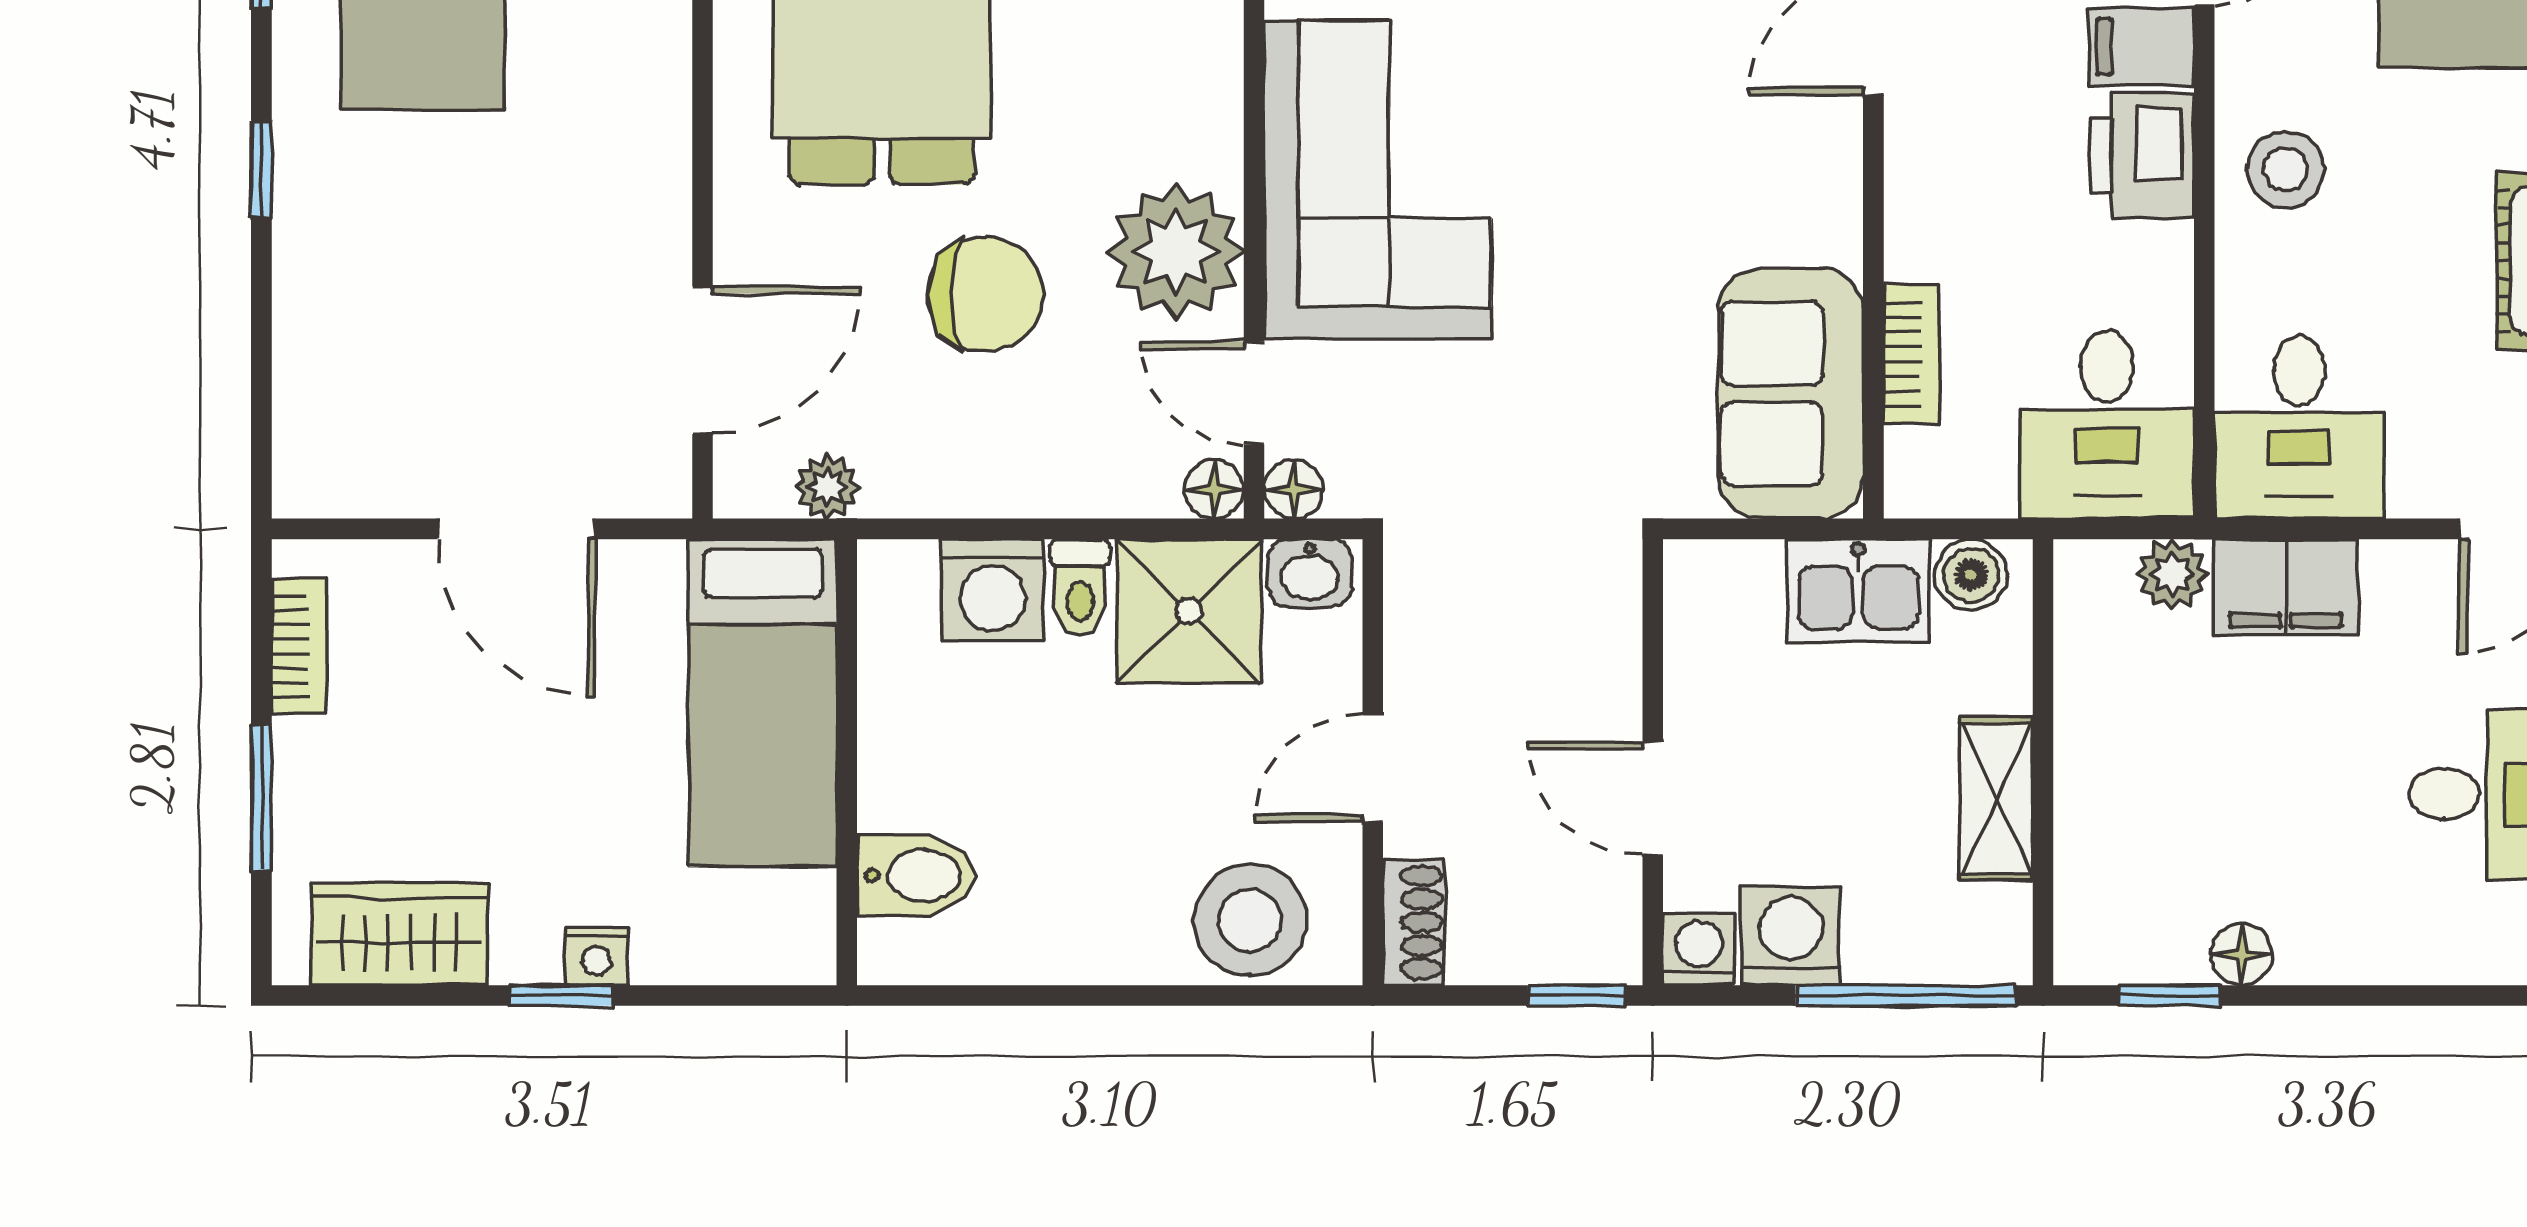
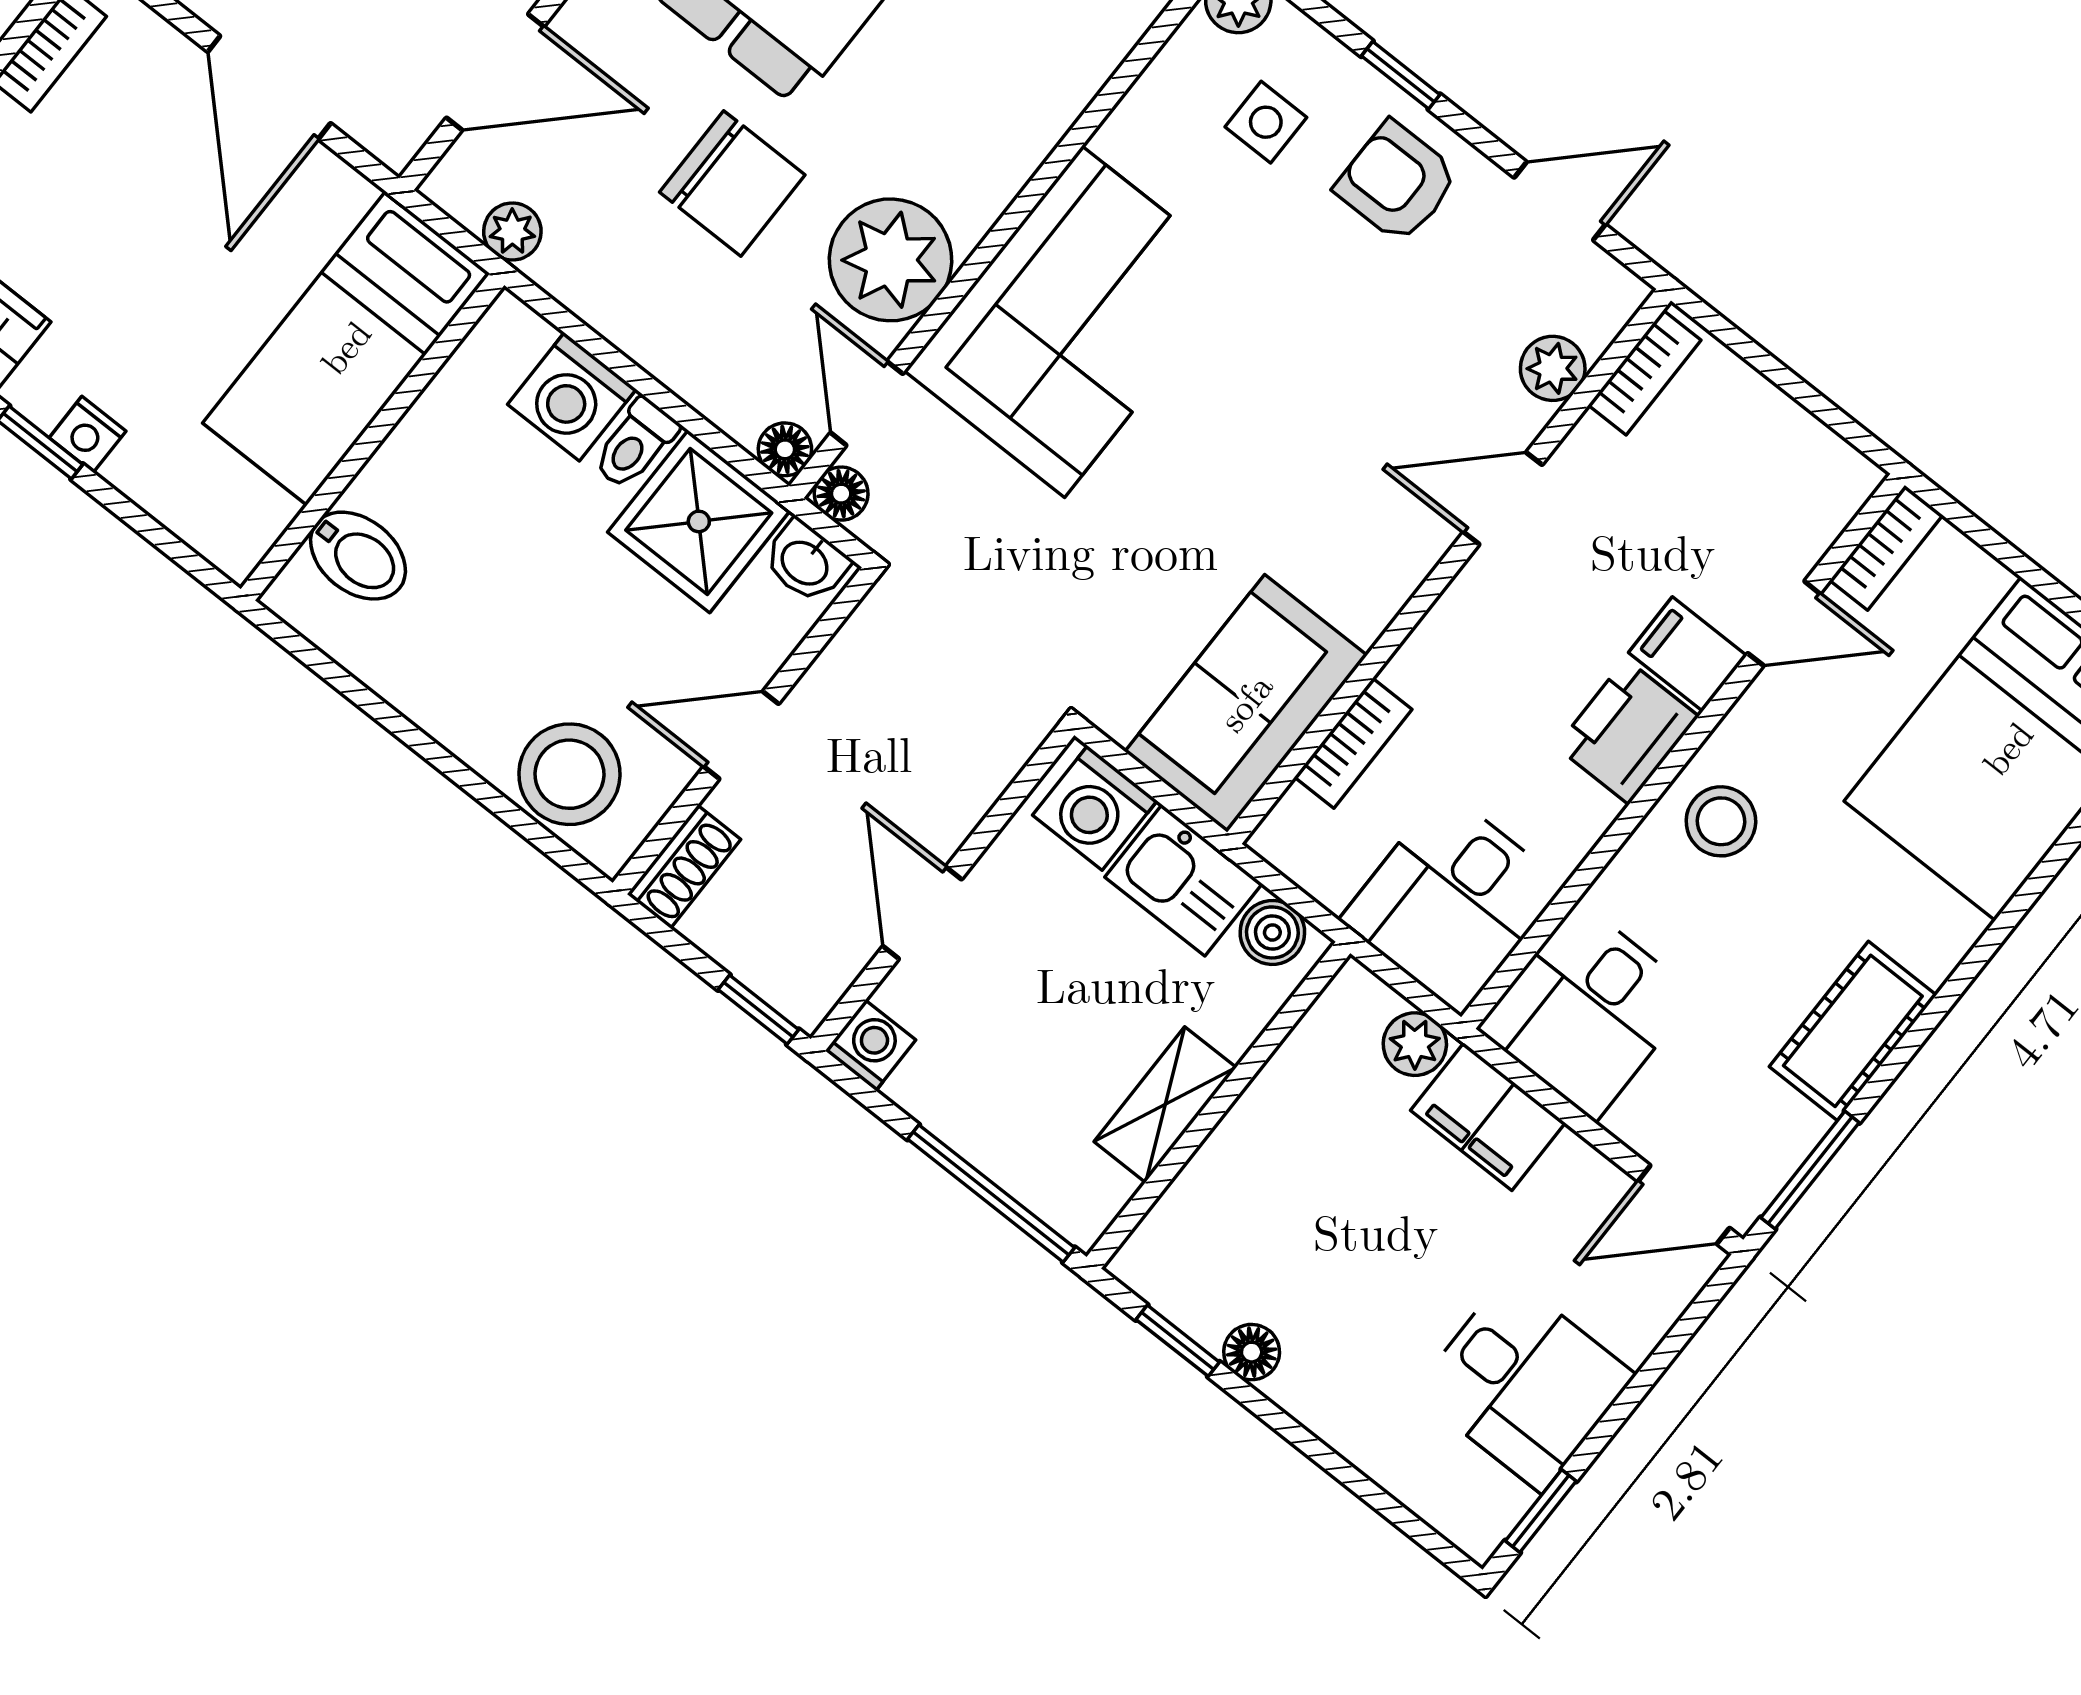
washing machine: (1791, 936) -> (1095, 808), moved, turned 180

